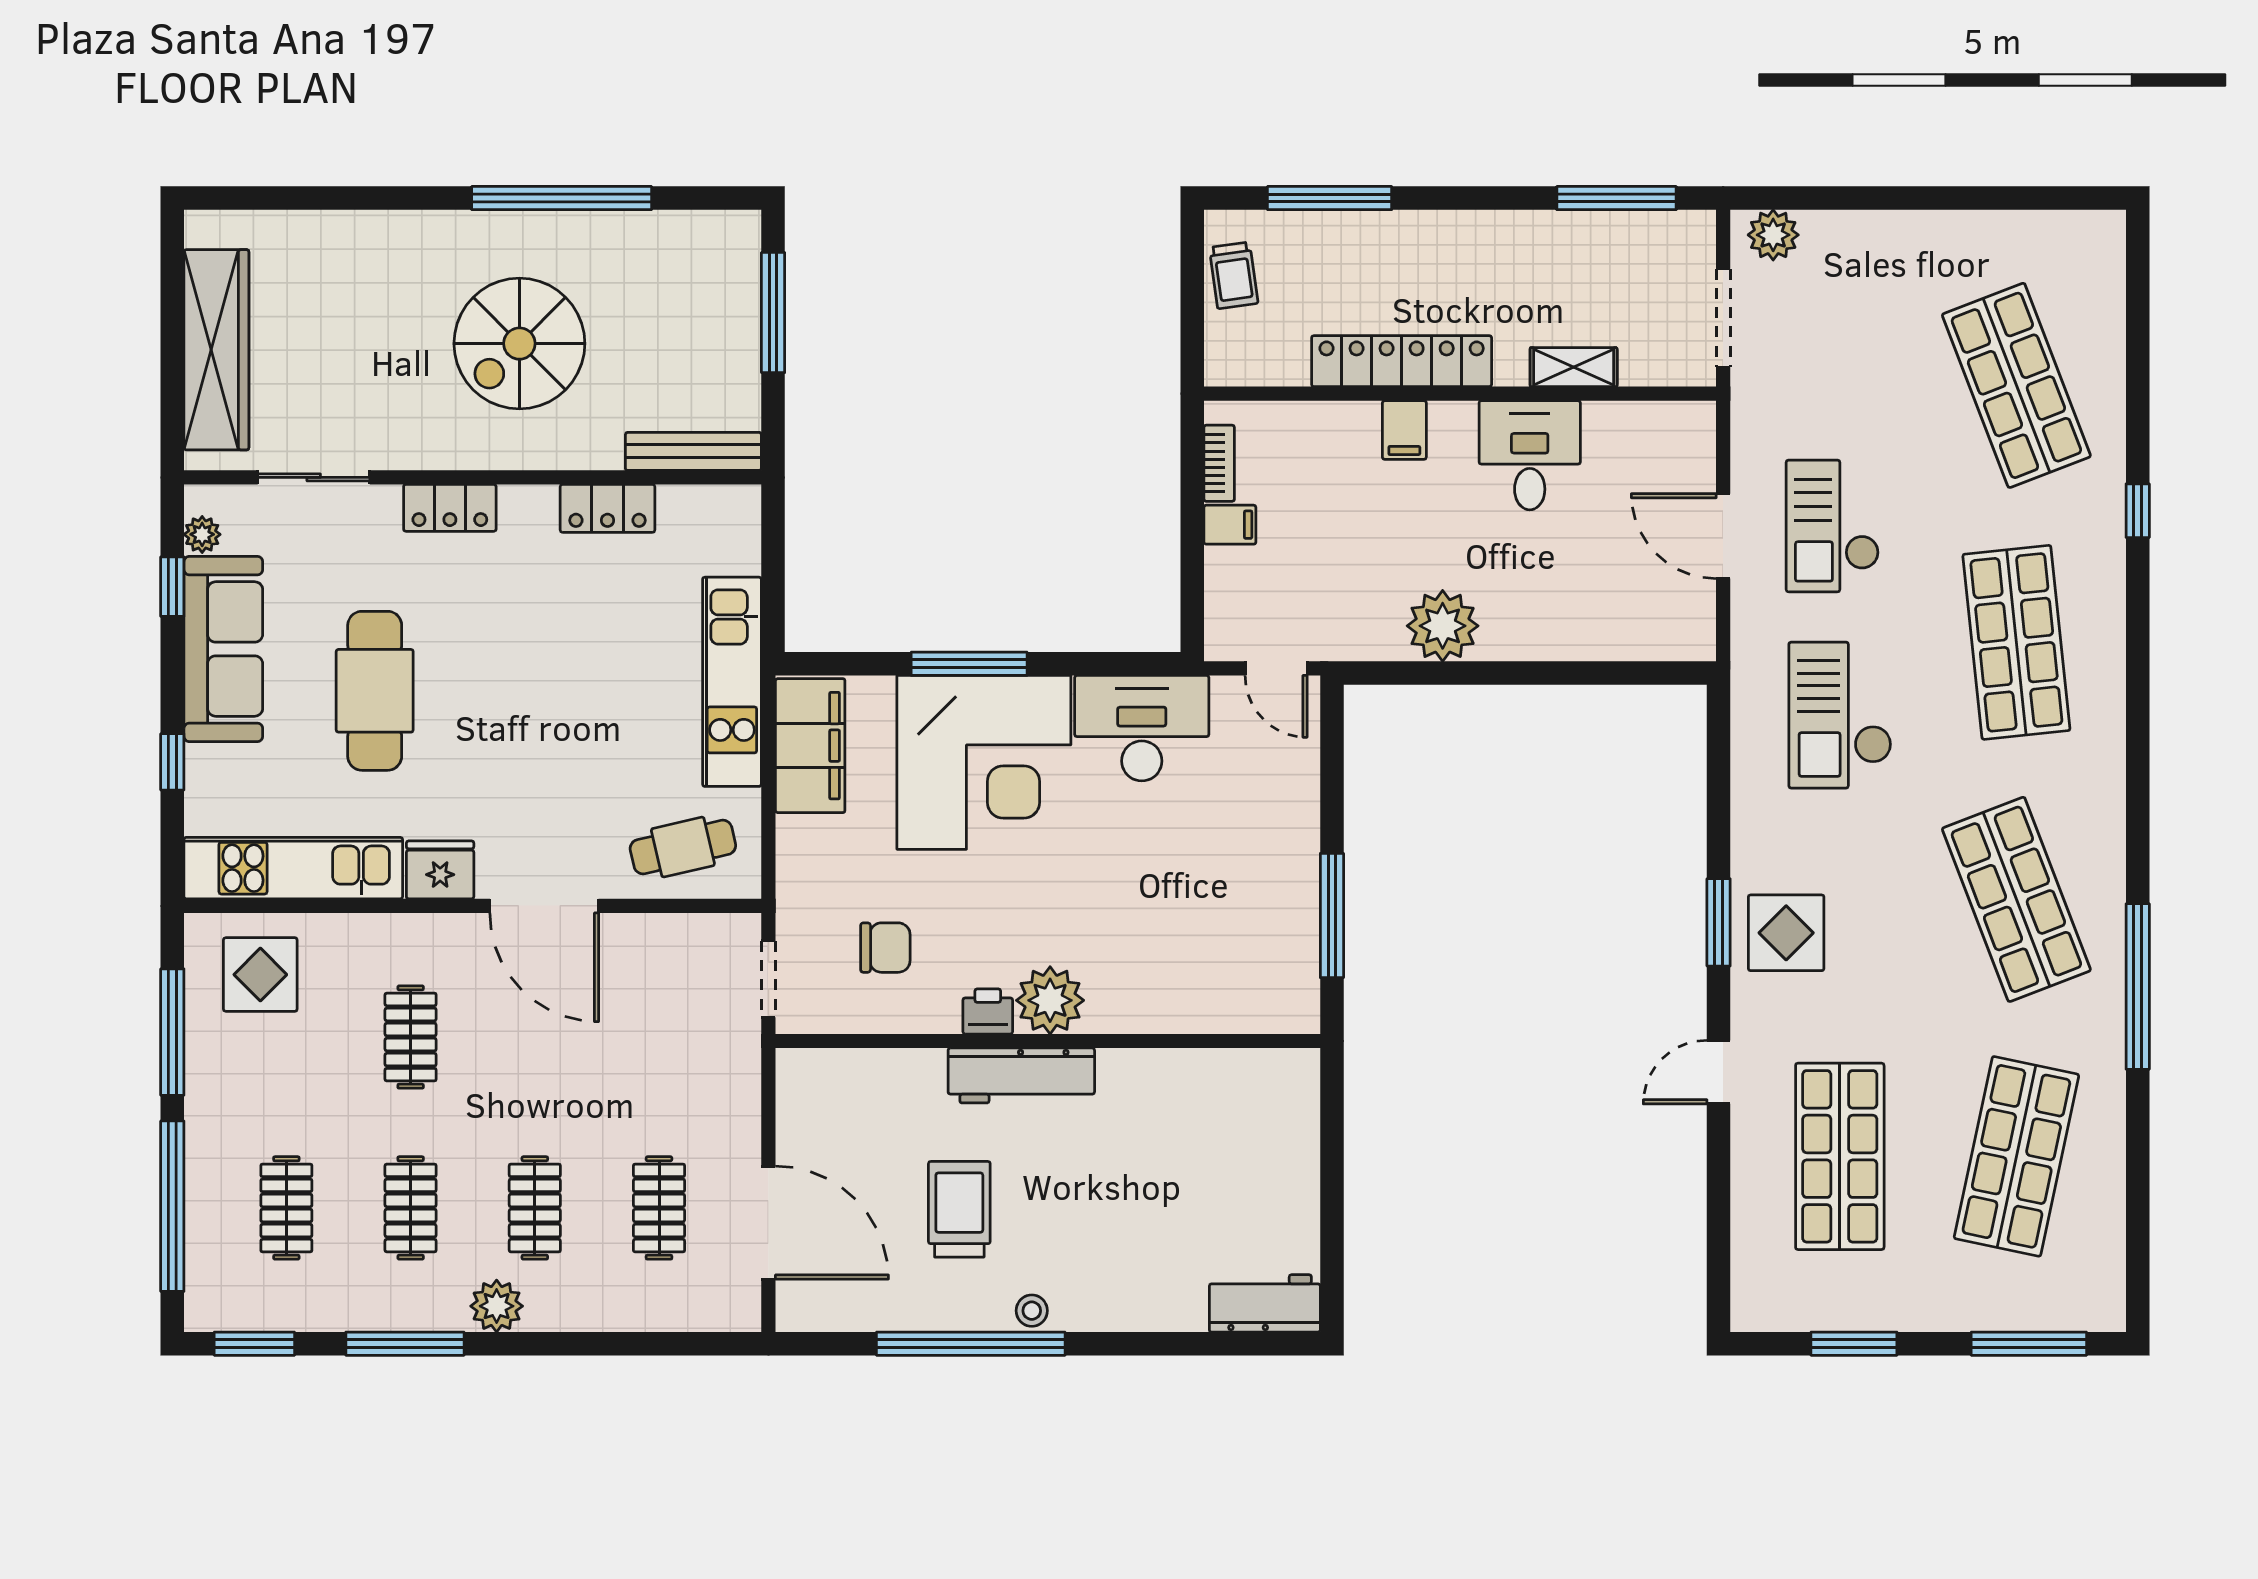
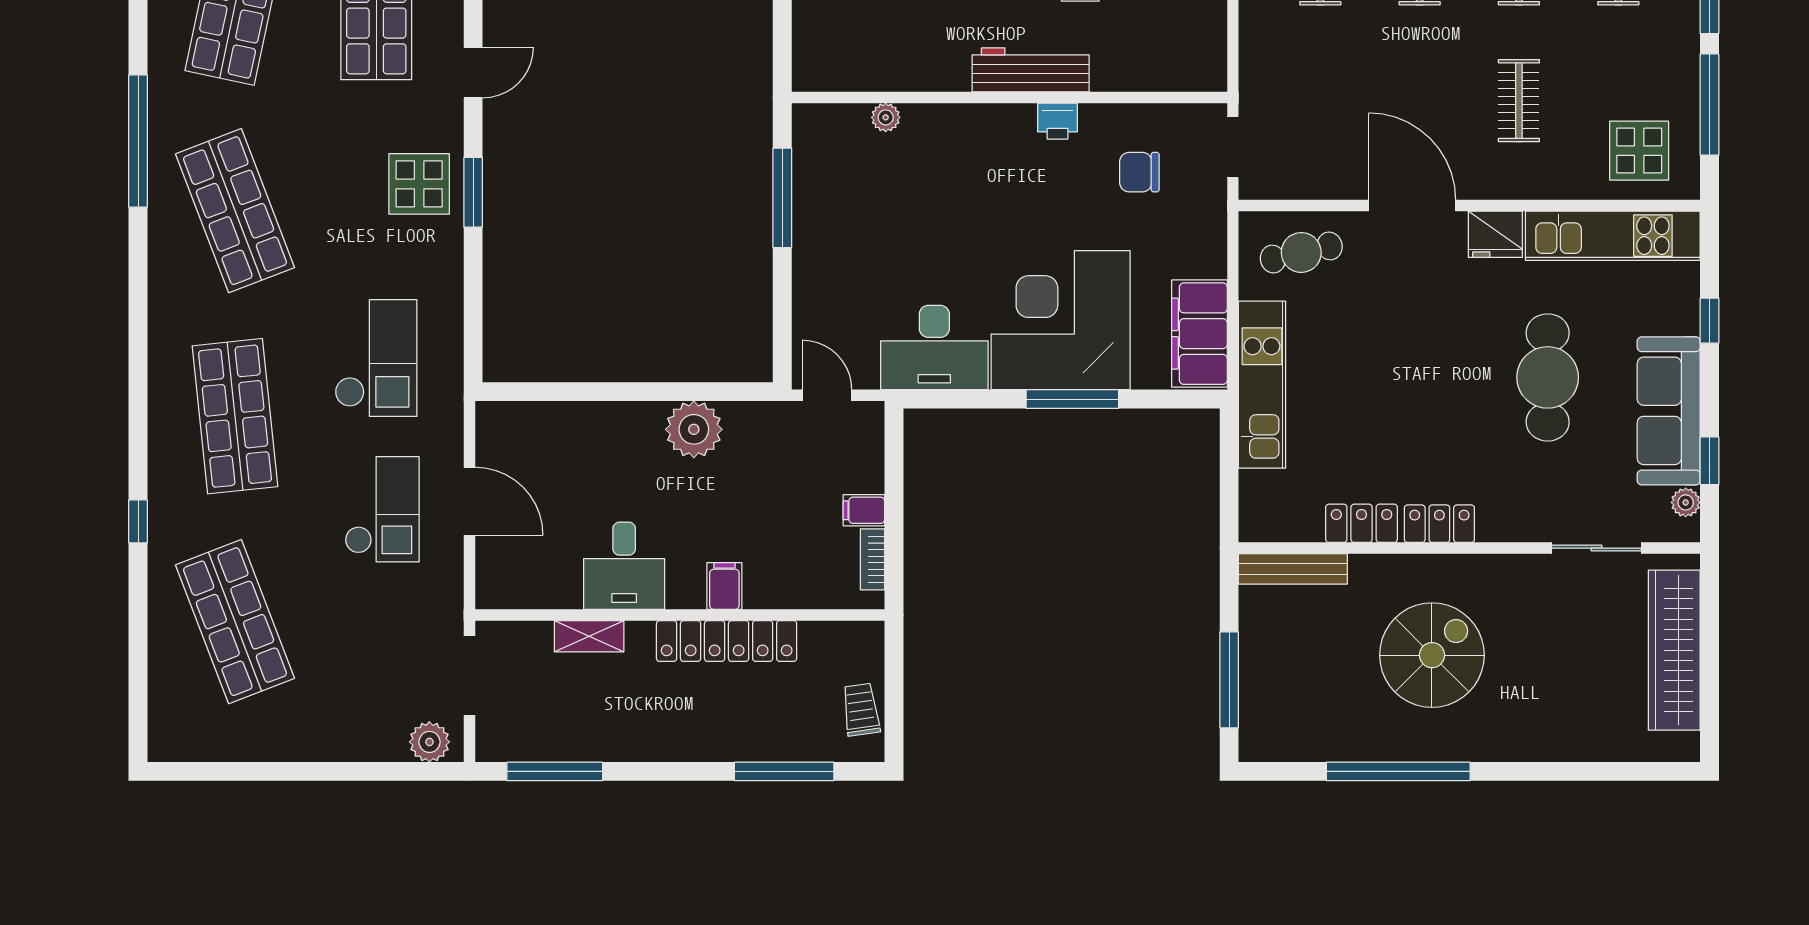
locker: (450, 508) -> (1439, 524), moved
plant: (1050, 1000) -> (886, 117), moved, width x0.53, depth x0.53

